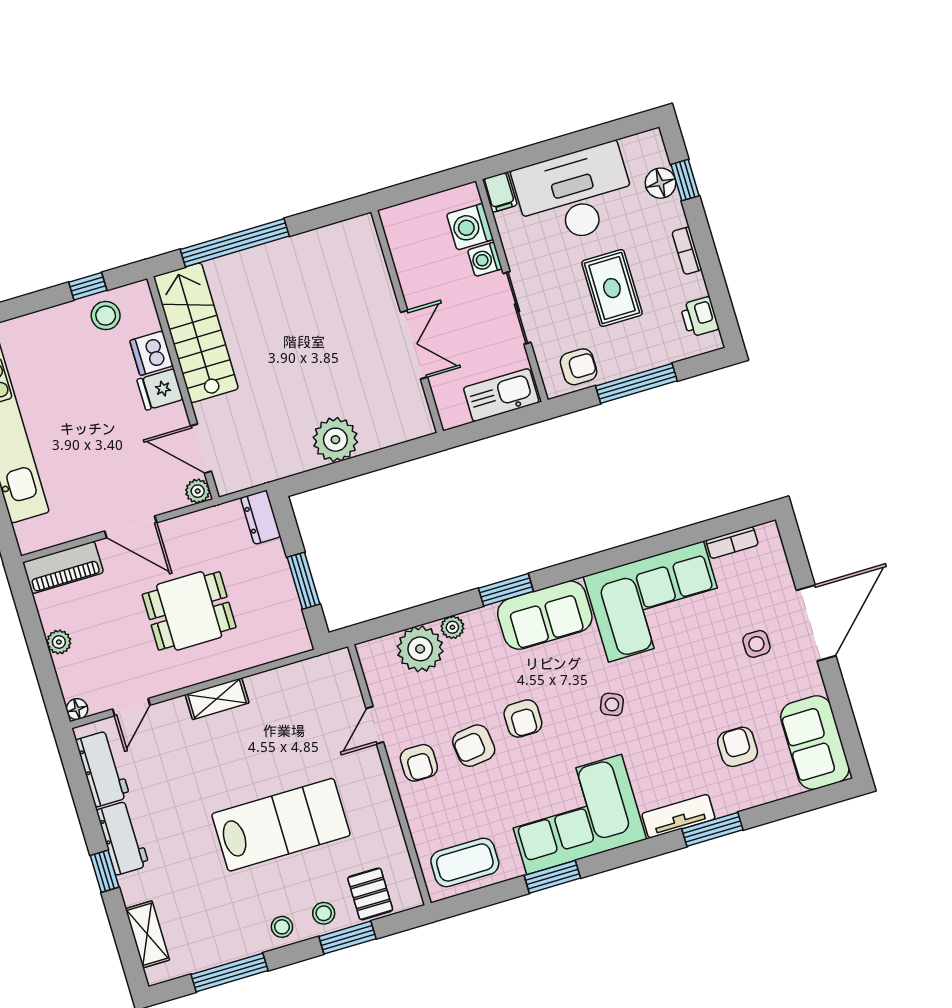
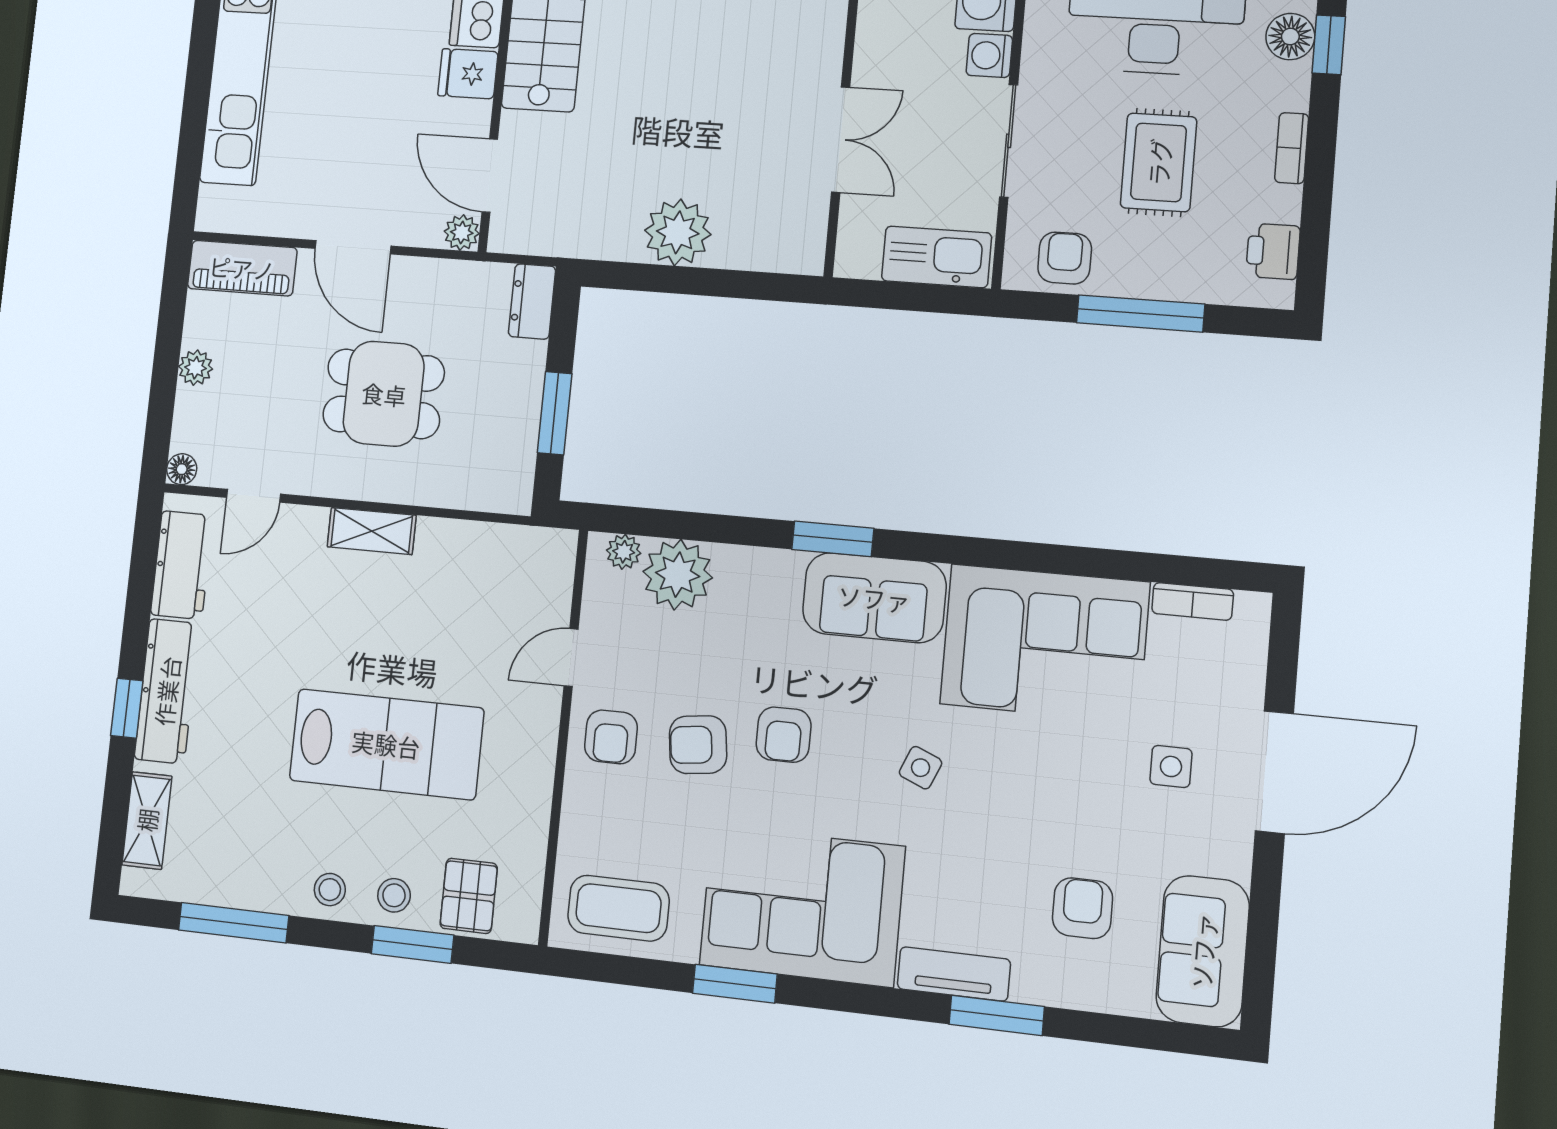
armchair: (579, 367) -> (1065, 258), turned -90
plant: (452, 627) -> (624, 552), moved
workbench: (123, 838) -> (167, 691), width x1.38

